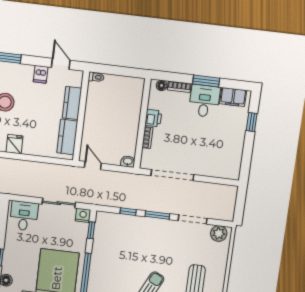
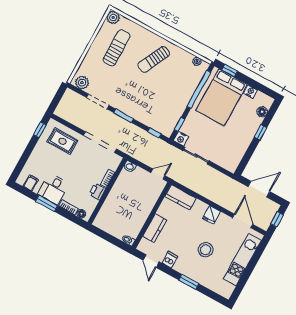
filing cabinet: (233, 97) -> (31, 183), width x0.50
window: (252, 122) -> (40, 130), moved
kitchen counter: (67, 137) -> (180, 197), moved, turned 90
rug: (215, 159) -> (62, 141), added
door: (93, 165) -> (158, 174), swing flipped
window: (128, 212) -> (154, 133), moved
desk: (24, 216) -> (227, 157), removed

